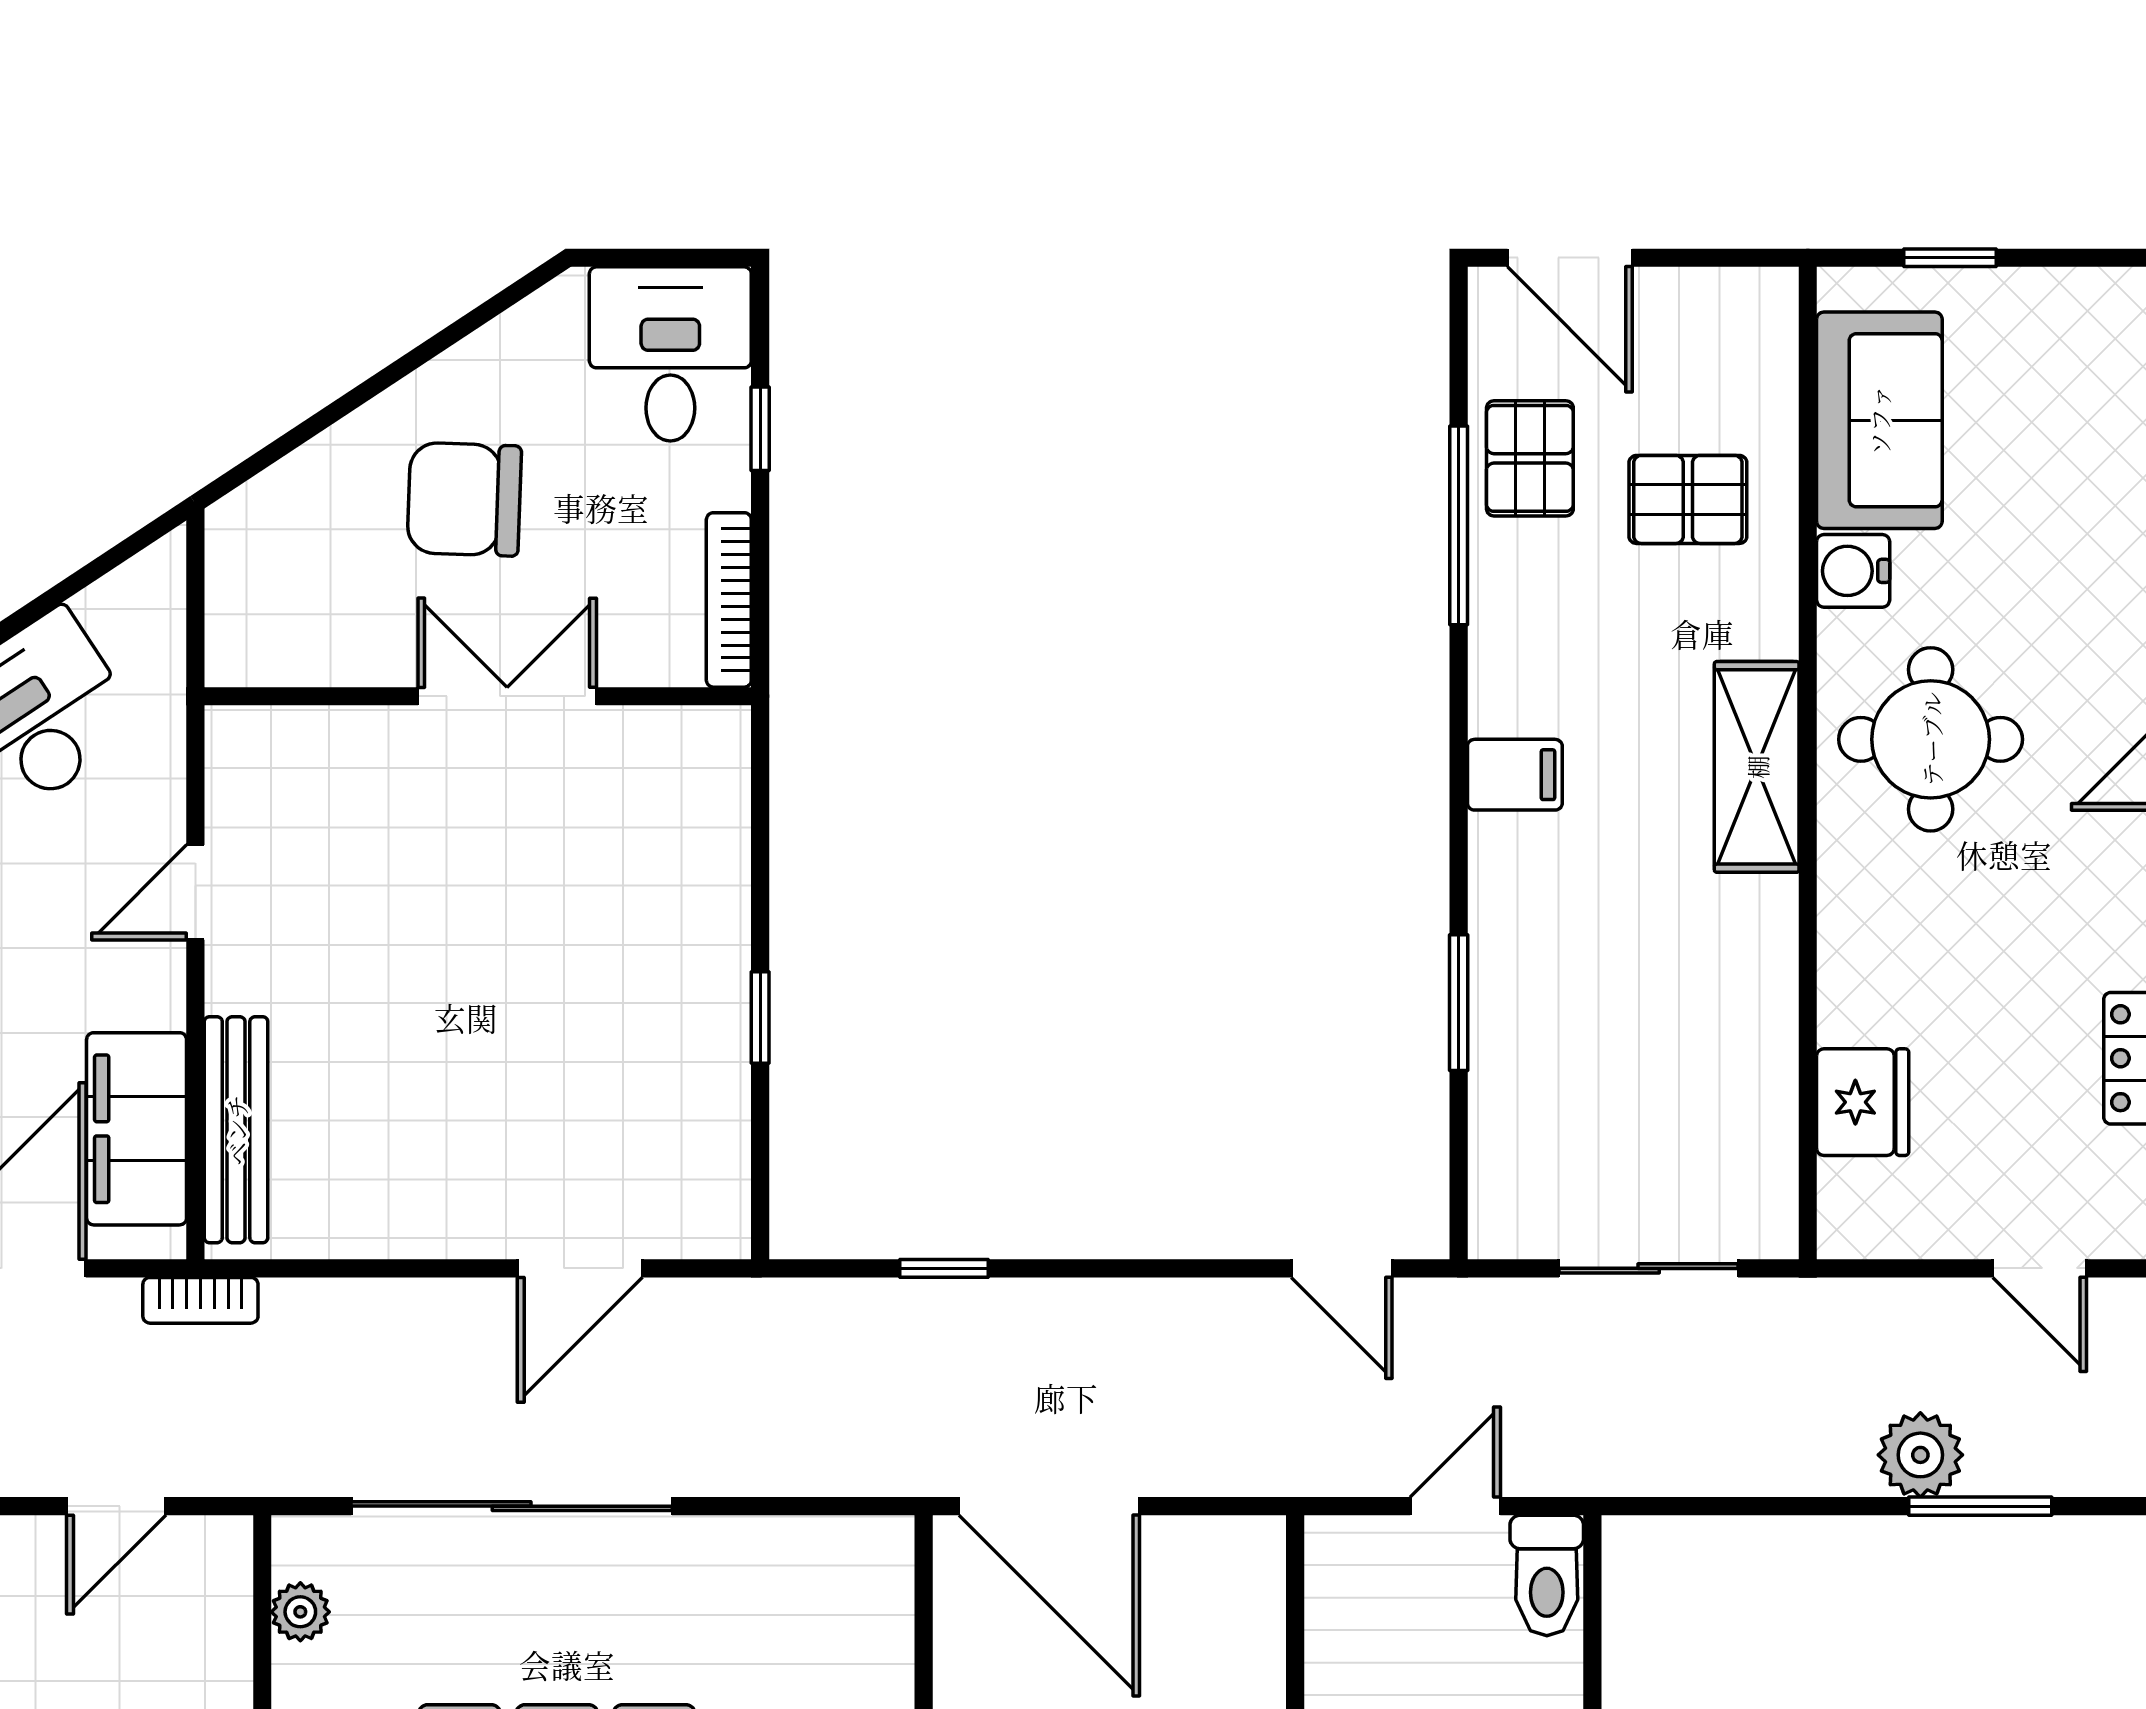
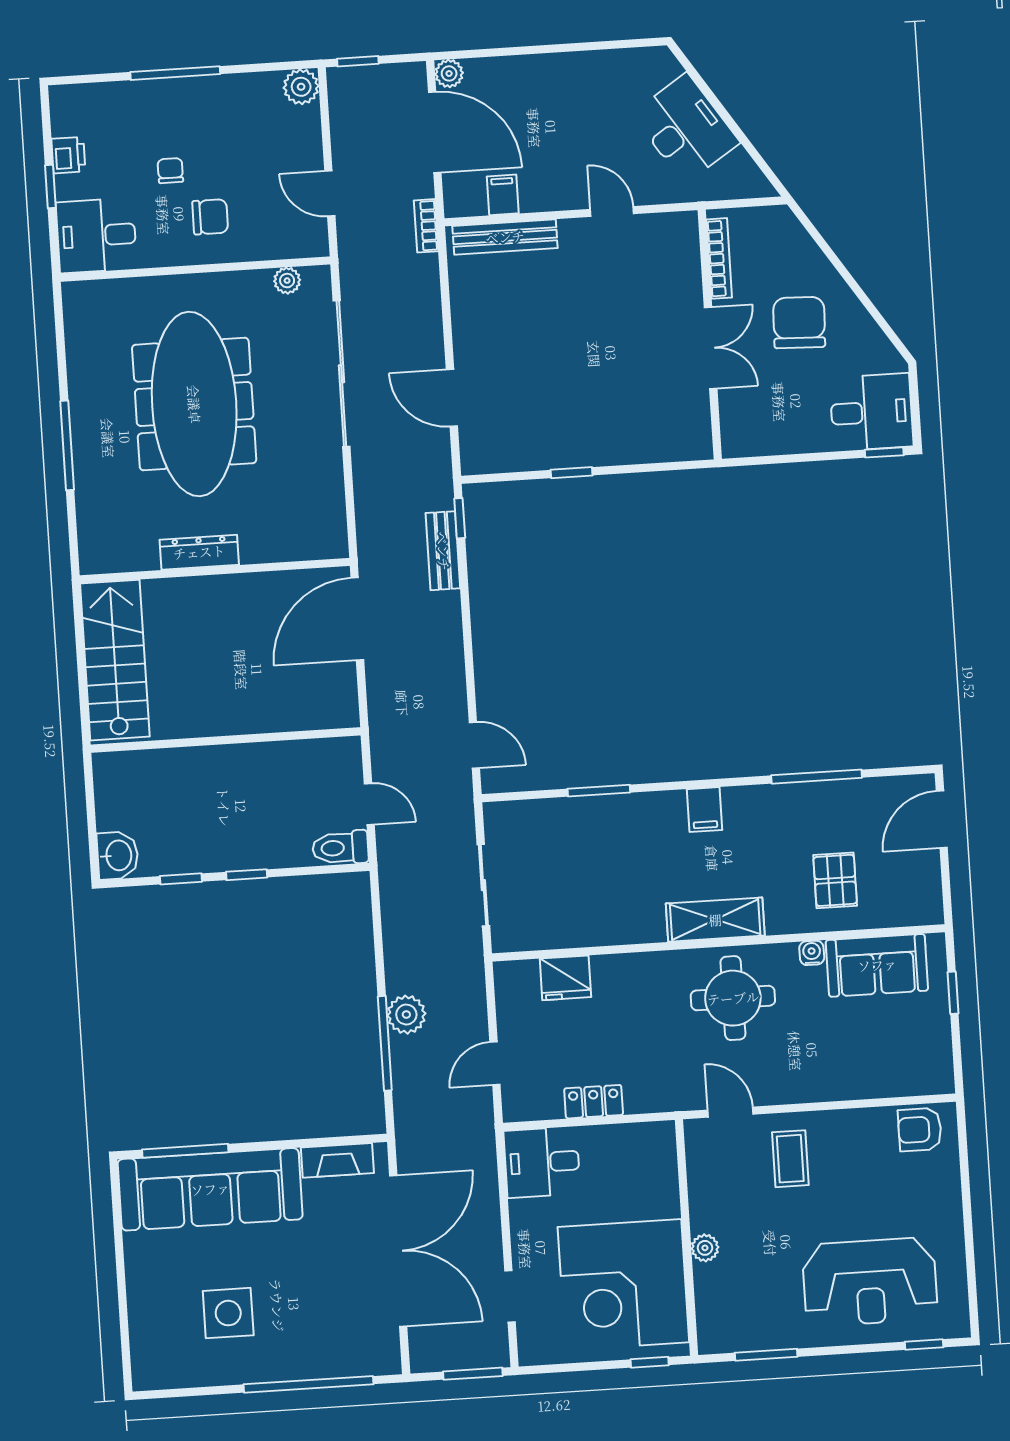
window: (760, 429) -> (884, 452), moved
pallet: (1530, 458) -> (849, 807), removed
water cooler: (1853, 571) -> (812, 953), width x0.72, depth x0.72
bookcase: (729, 600) -> (719, 258), moved, turned 90
filing cabinet: (137, 1129) -> (503, 195), width x0.33, depth x0.86
window: (944, 1268) -> (460, 518), moved
door: (1342, 1268) -> (474, 745), swing flipped
bench: (912, 1310) -> (443, 551), added
window: (1980, 1506) -> (385, 1043), width x1.44

